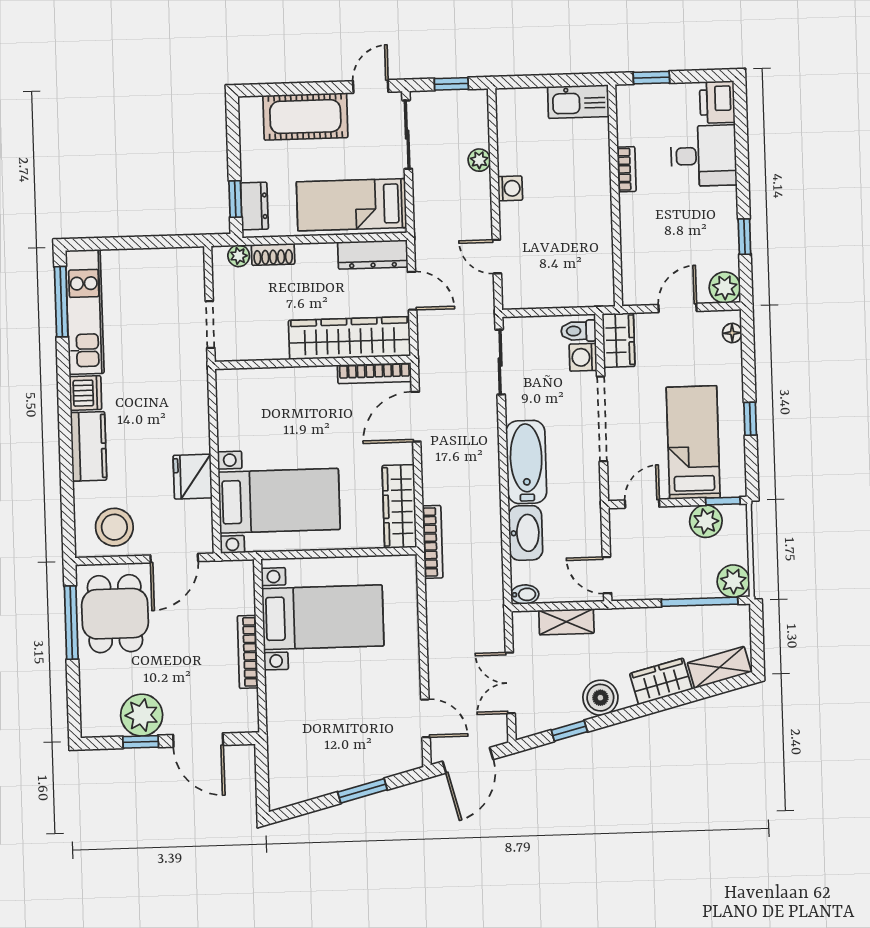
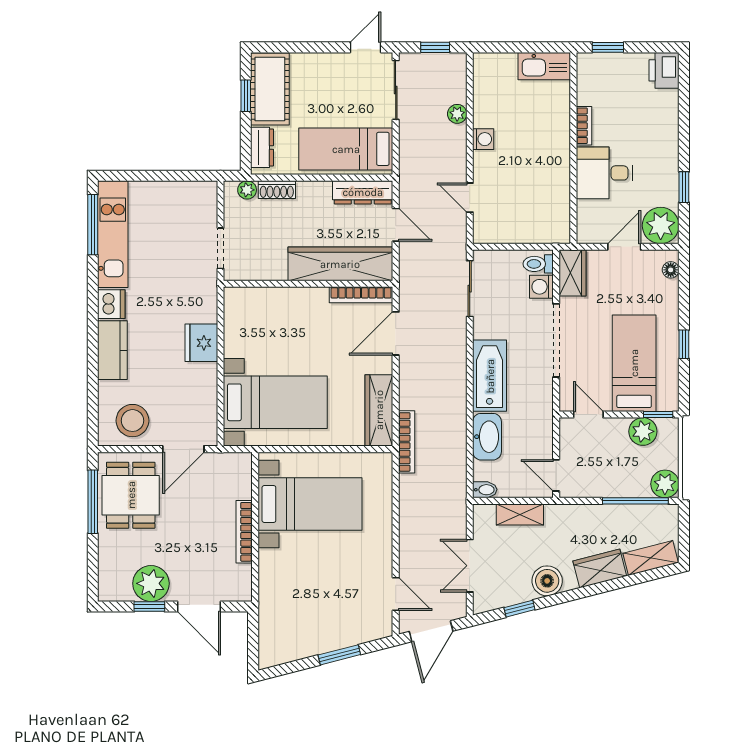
cot: (305, 117) -> (270, 89), moved, turned 90
desk: (704, 156) -> (604, 173), moved, turned 180
window: (235, 199) -> (246, 96), moved
plant: (725, 287) -> (661, 226), width x1.36, depth x1.36
fridge: (193, 477) -> (201, 343), moved
door: (642, 504) -> (588, 415), hinge flipped

